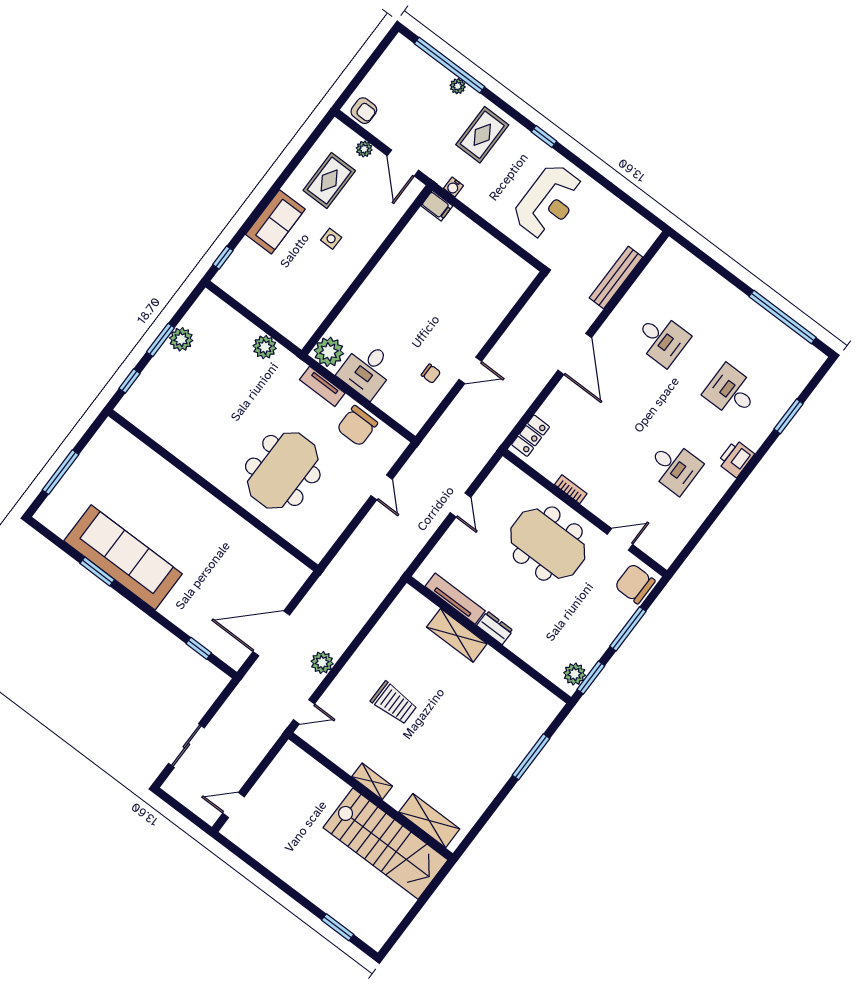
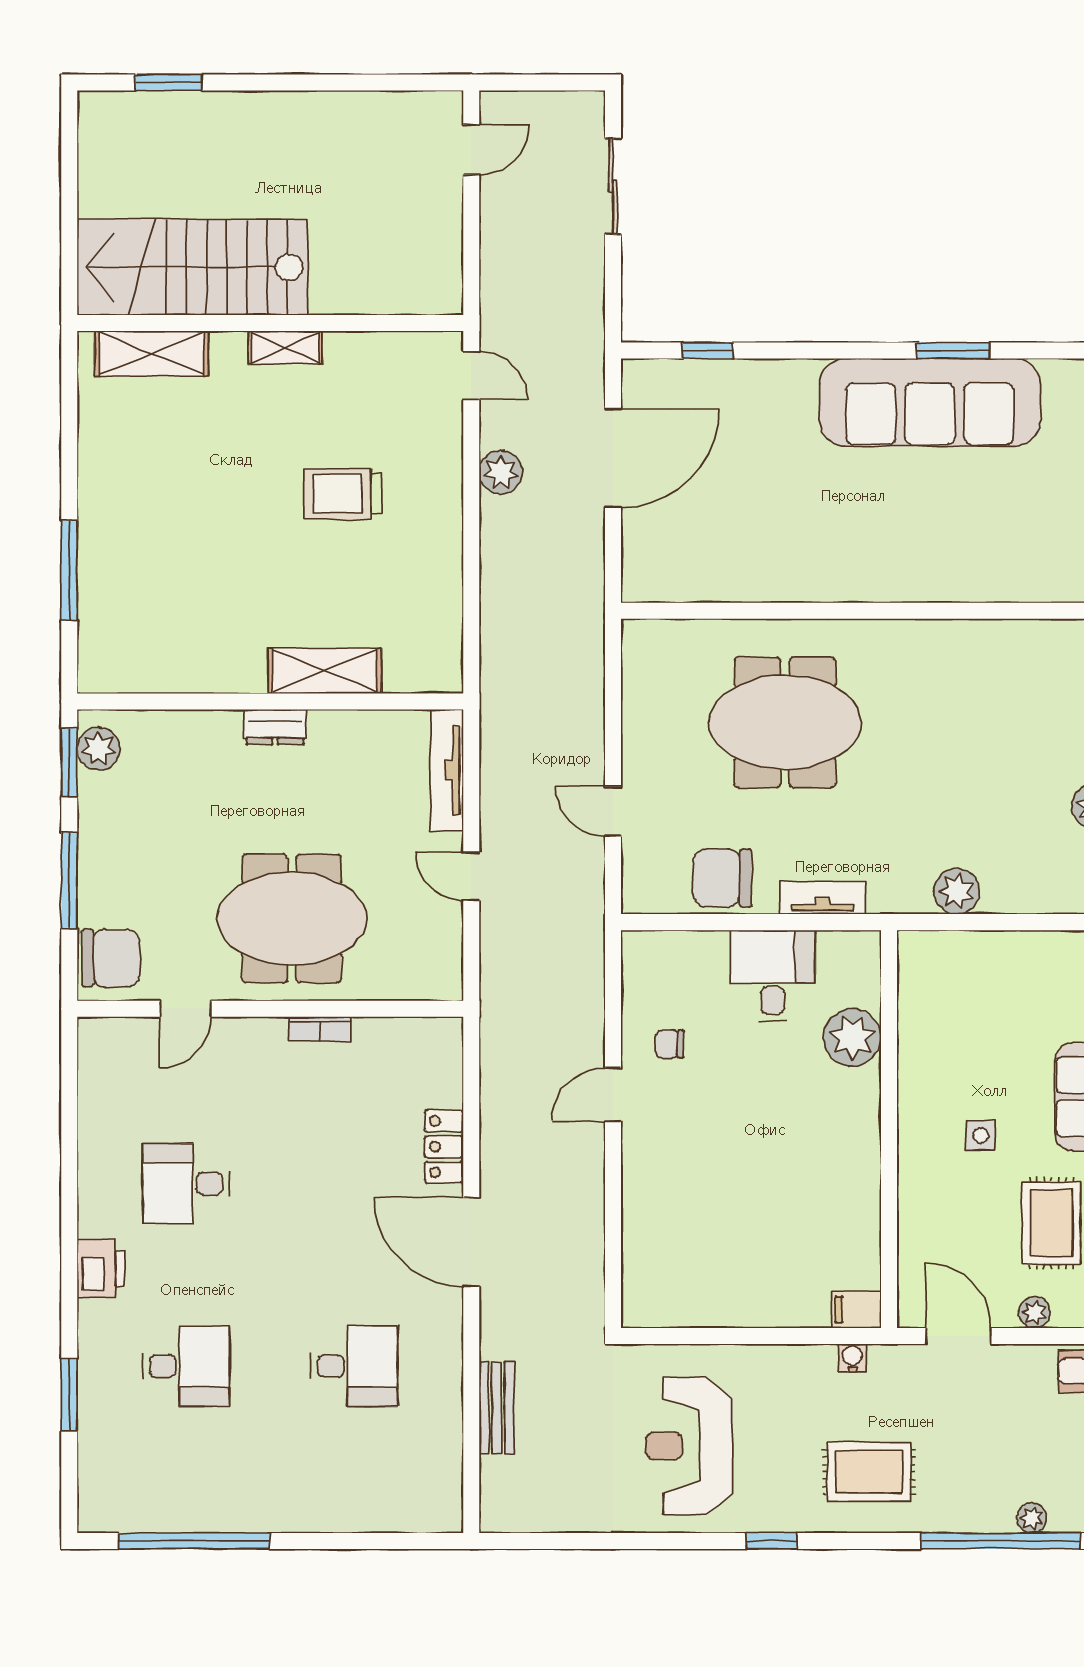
plant: (458, 86) -> (1032, 1518), moved
rug: (482, 135) -> (869, 1472), turned 90
bench: (616, 278) -> (497, 1408), width x0.73
desk: (662, 339) -> (354, 1366), turned 180
plant: (329, 352) -> (852, 1037), moved
chair: (357, 426) -> (722, 878), turned -90
locker: (531, 436) -> (444, 1147), moved
meeting table: (283, 470) -> (785, 722), turned 90
tv unit: (455, 599) -> (447, 770), moved, turned 90
door: (304, 712) -> (471, 375), swing flipped

